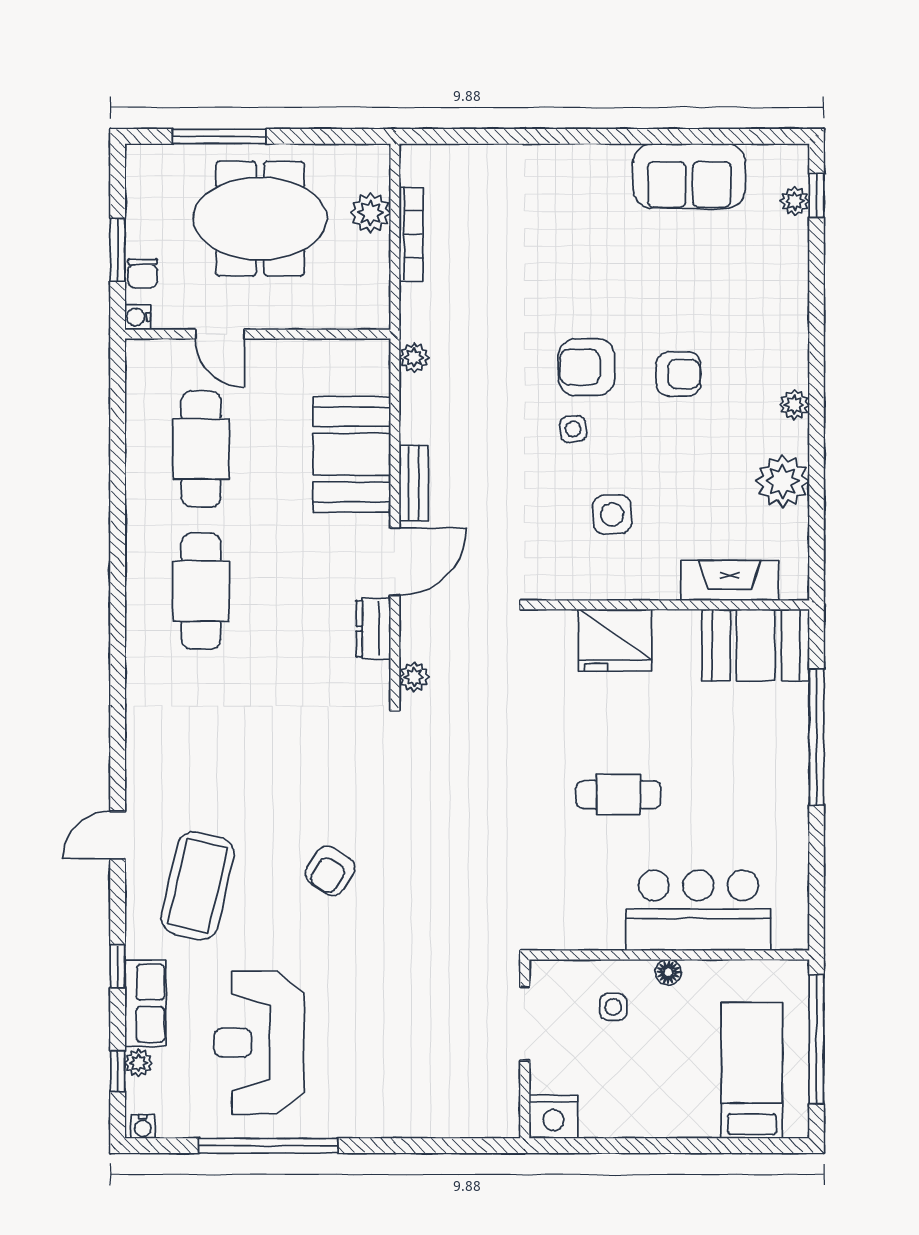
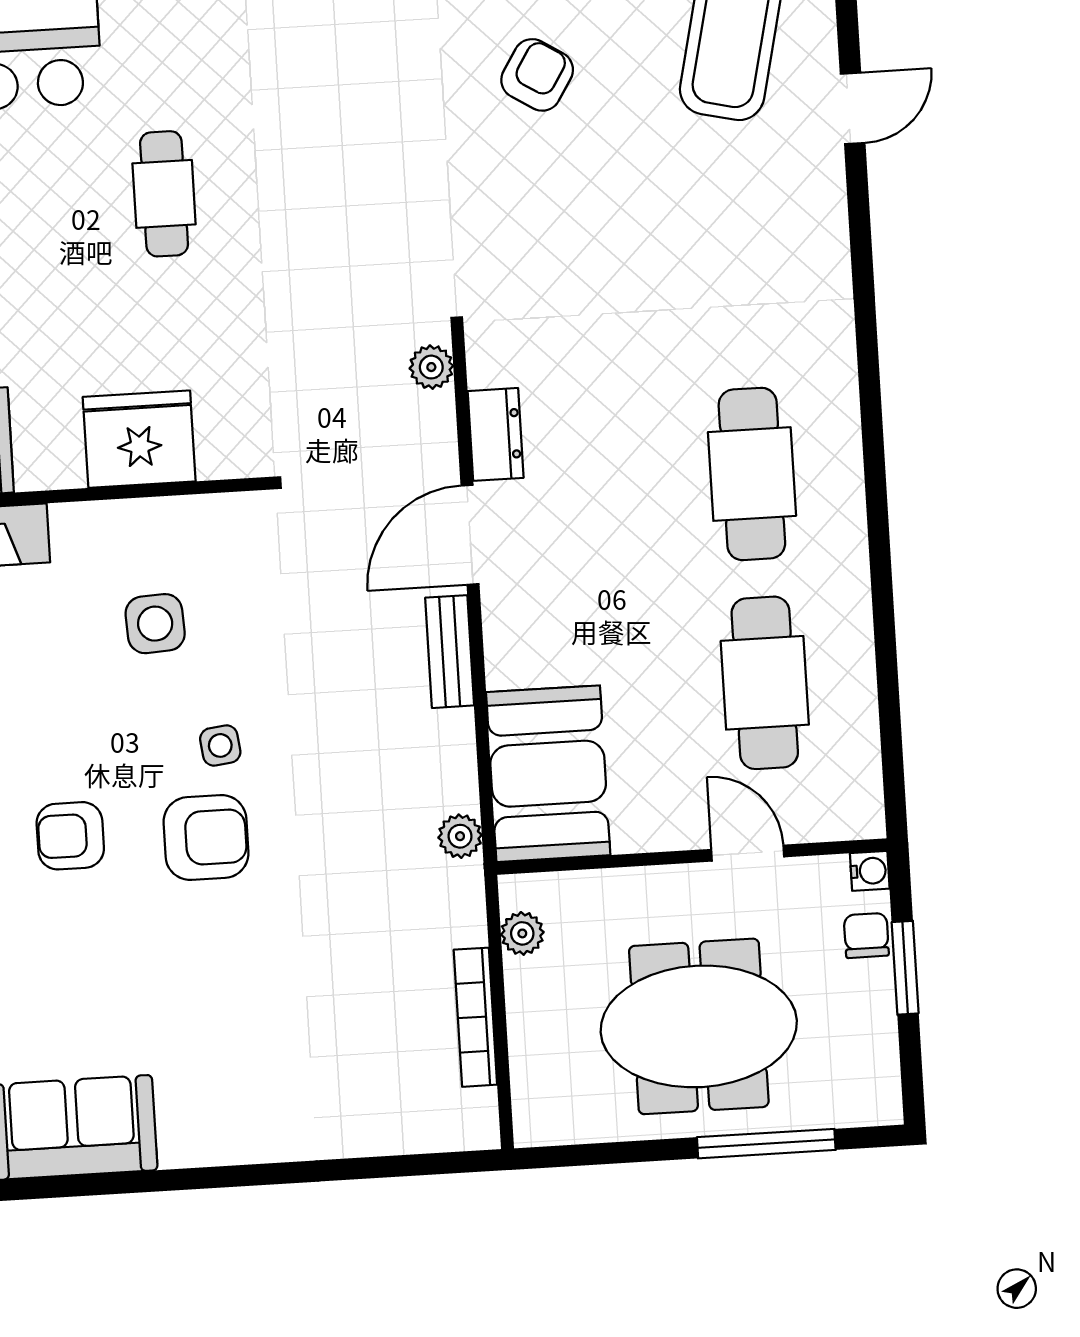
plant: (370, 213) -> (522, 933), moved, width x0.73, depth x0.73
booth: (352, 454) -> (548, 774), moved
cafe table: (619, 795) -> (164, 194), moved, turned 90

